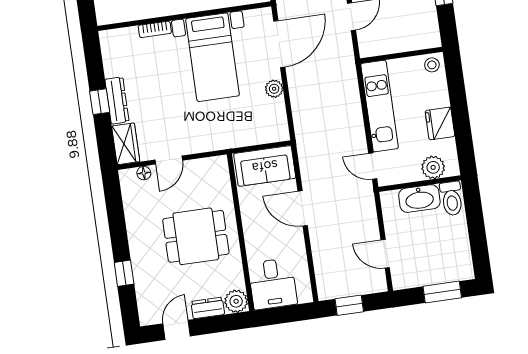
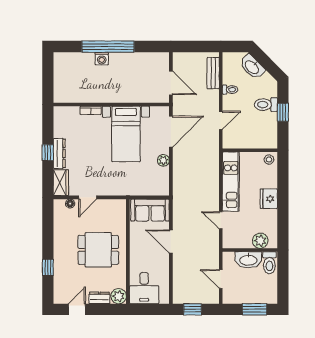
plant: (433, 167) -> (260, 241), moved
wall: (420, 184) -> (250, 250), moved
toilet: (452, 198) -> (269, 263), moved
washbasin: (419, 199) -> (248, 260), moved

